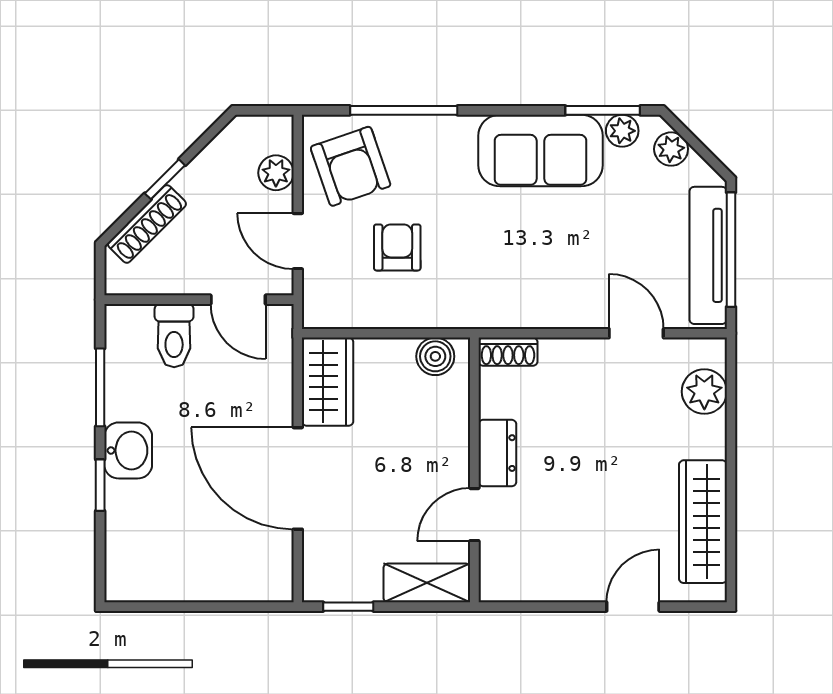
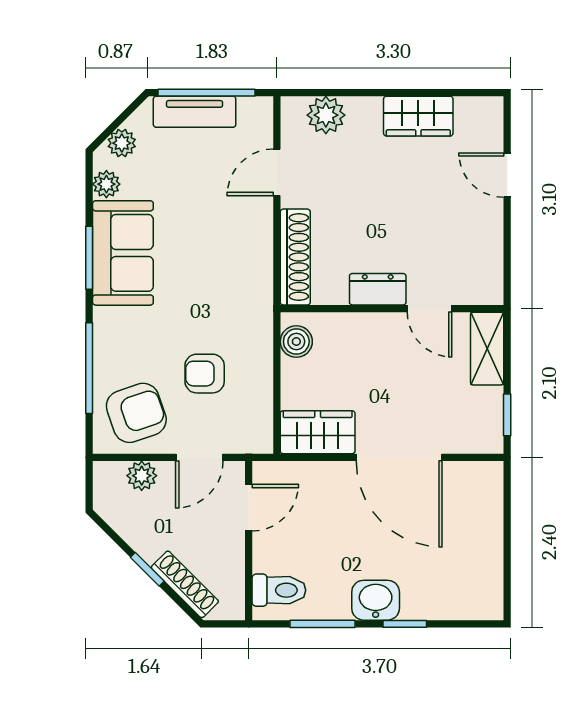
window: (603, 110) -> (89, 258), moved
tv unit: (708, 255) -> (195, 112), width x0.71
toilet: (174, 336) -> (279, 590), moved
shoe rack: (508, 352) -> (295, 257), width x1.94, depth x1.24
door: (298, 478) -> (399, 457), hinge flipped
wardrobe: (703, 522) -> (418, 116), width x0.67

